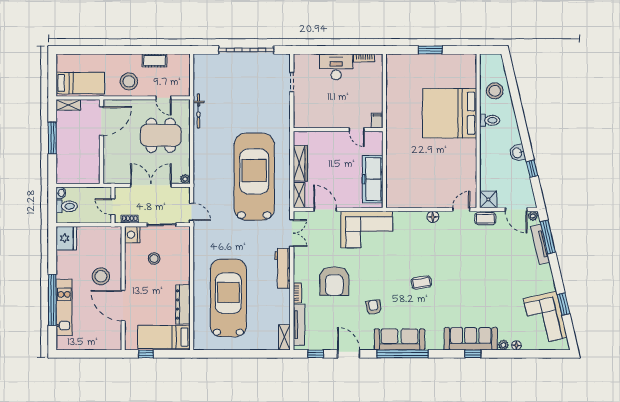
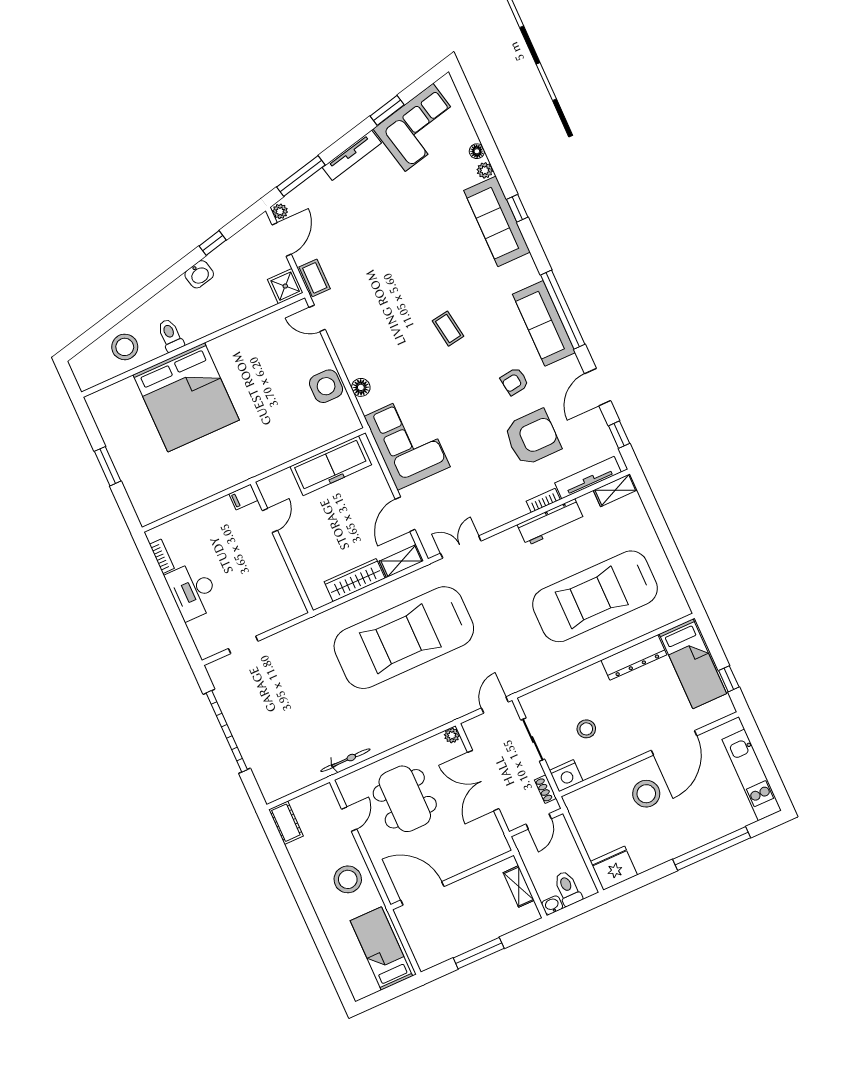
cot: (155, 60) -> (286, 823), moved
shelving: (68, 105) -> (519, 886), moved
side table: (420, 197) -> (326, 386), added
floor lamp: (433, 217) -> (361, 387), moved
tv unit: (540, 244) -> (352, 155), moved
workbench: (283, 268) -> (551, 522), moved
armchair: (334, 281) -> (532, 438), moved
kitchen unit: (64, 307) -> (752, 775), moved, turned -90

